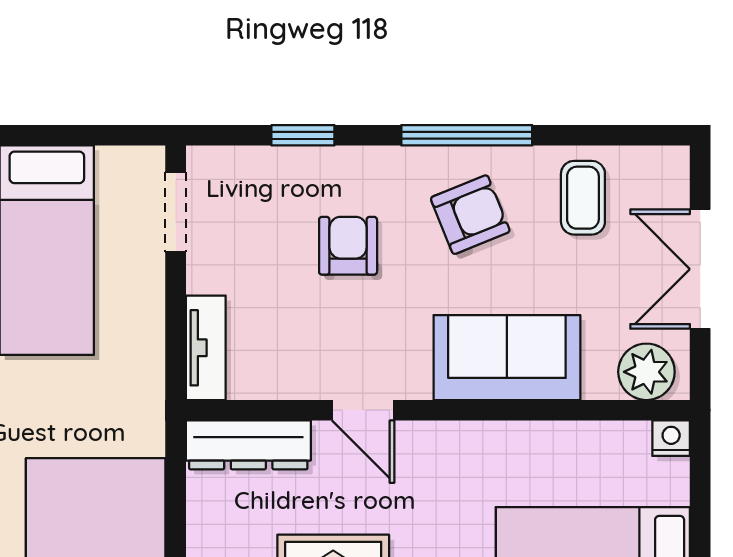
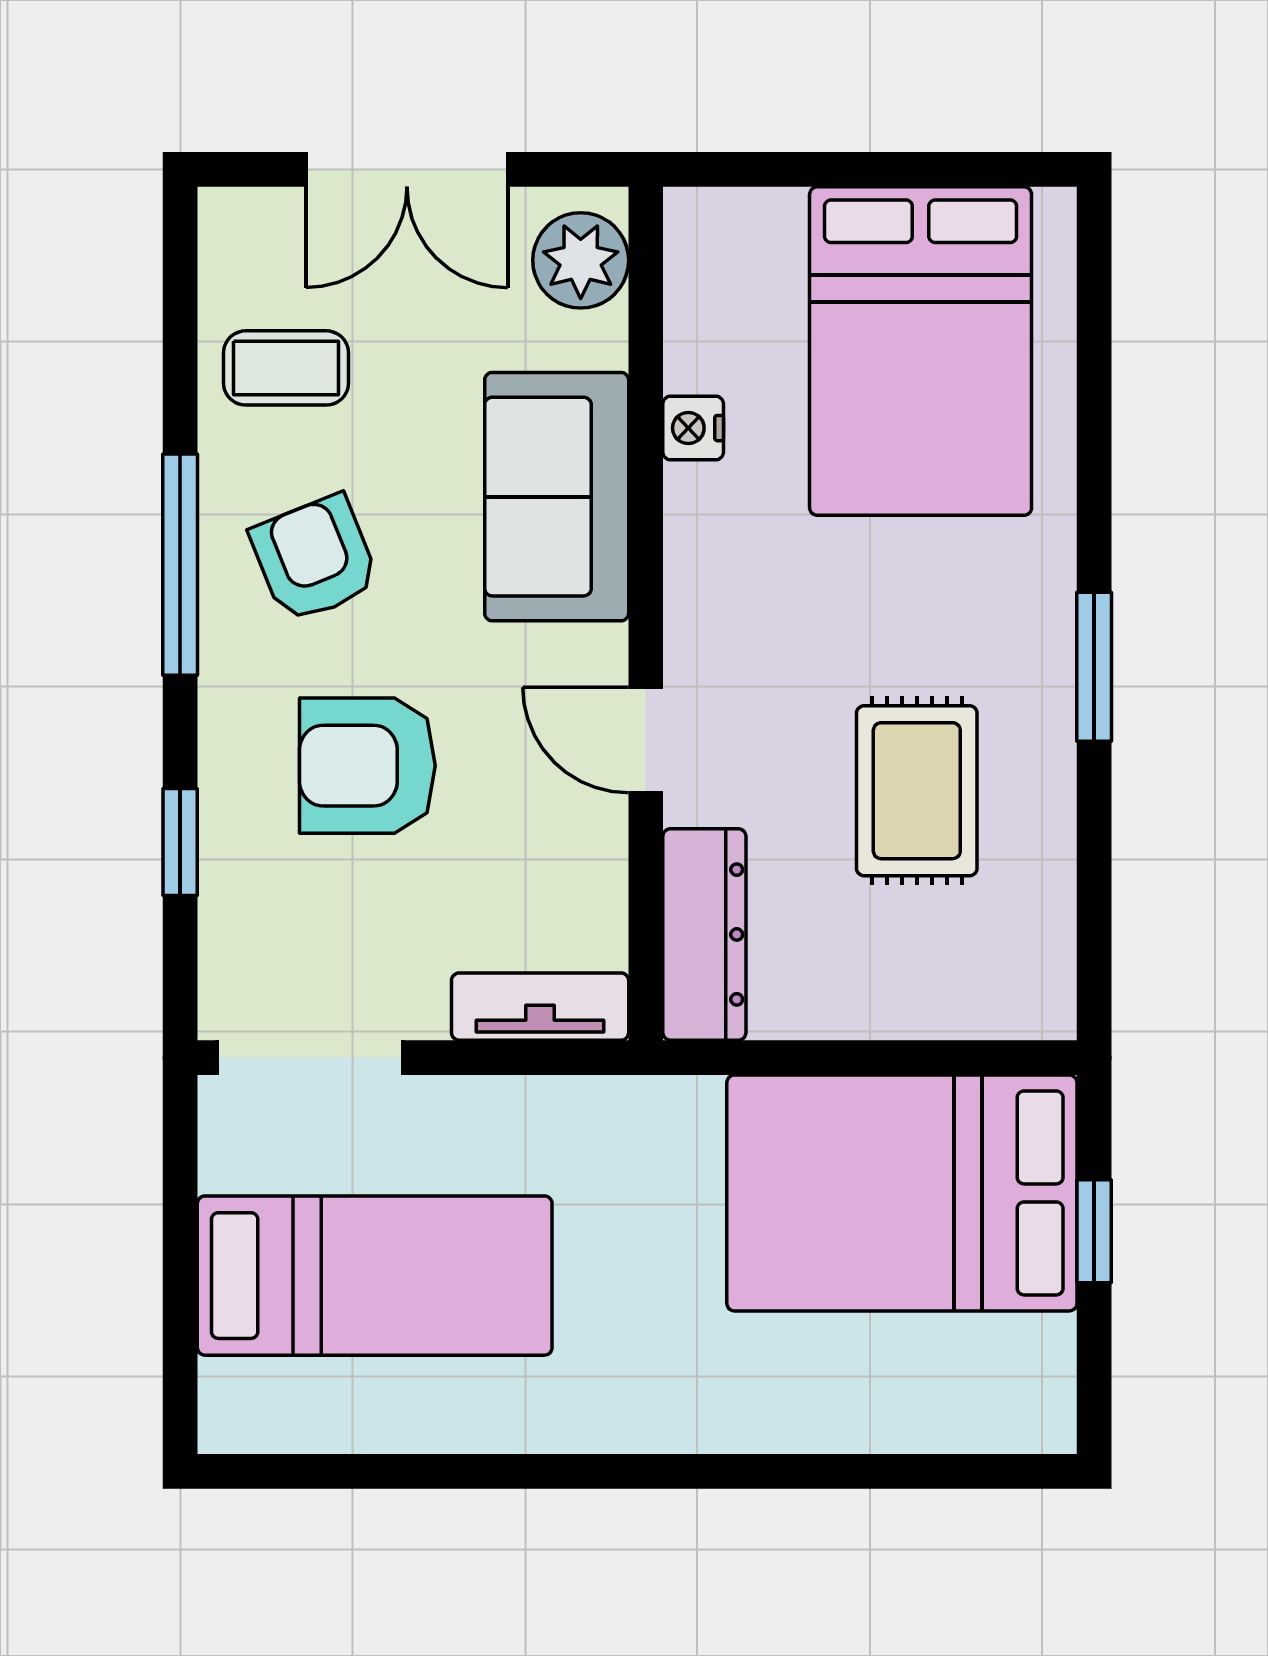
doorway: (176, 212) -> (310, 1058), width x1.38
armchair: (348, 246) -> (367, 766), width x1.38, depth x1.38
door: (363, 410) -> (646, 740), swing flipped
nightstand: (671, 438) -> (693, 428), moved

